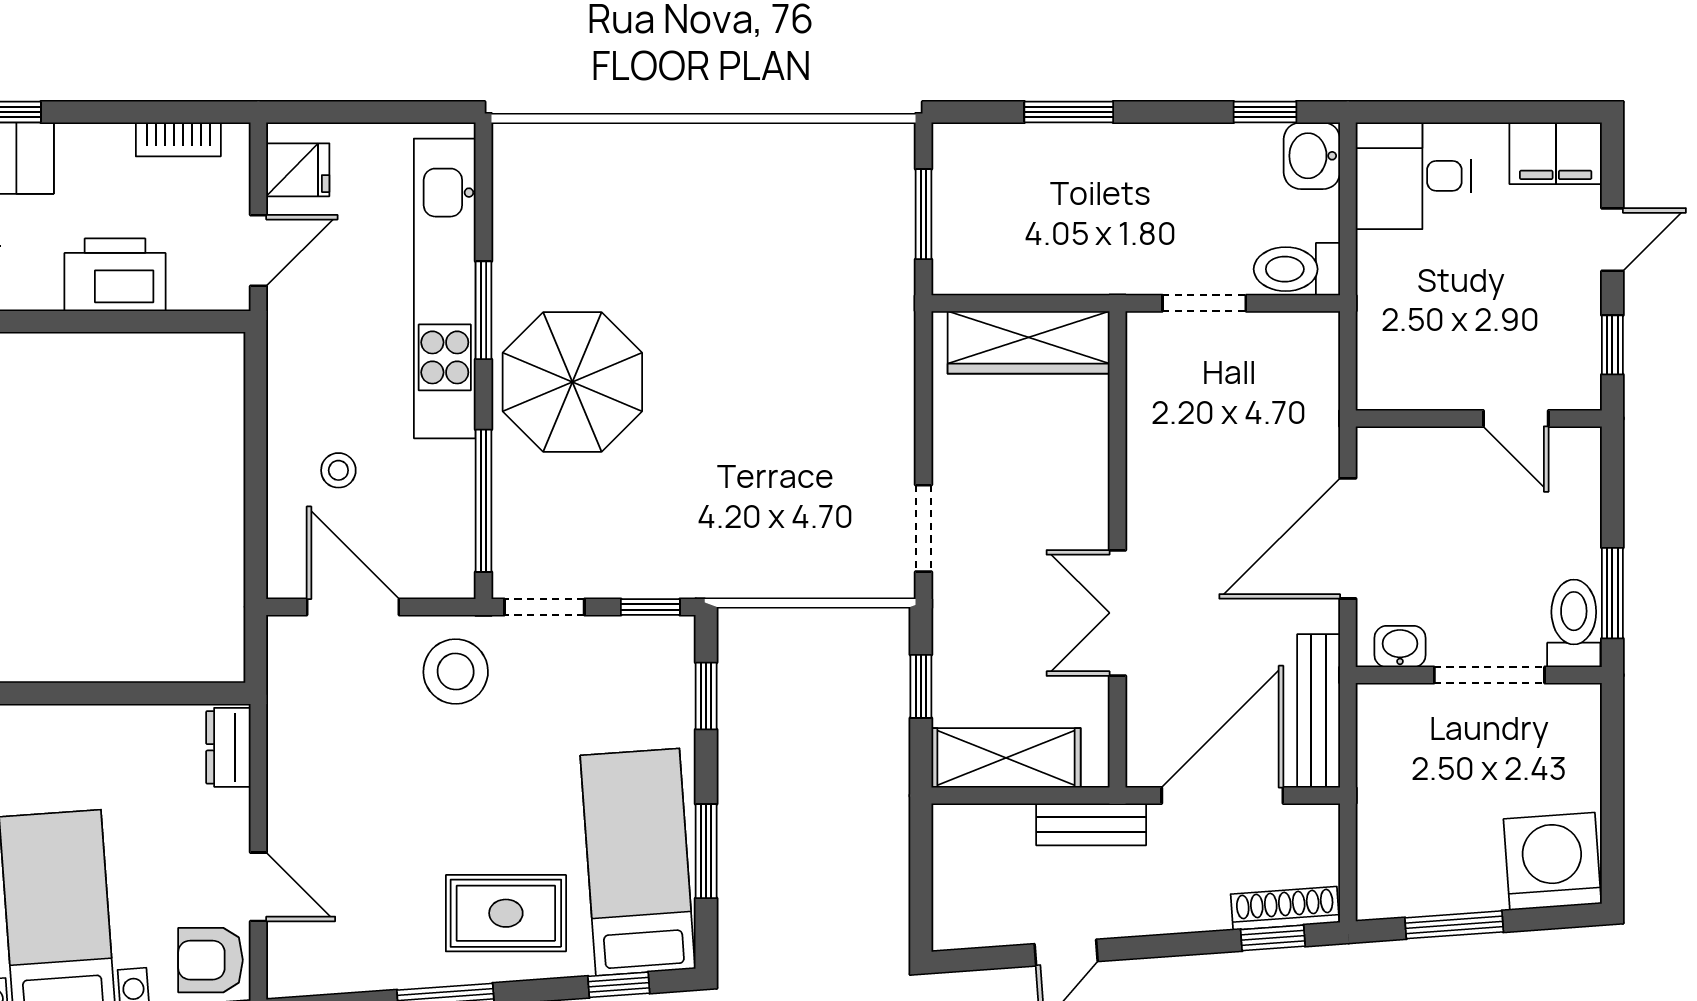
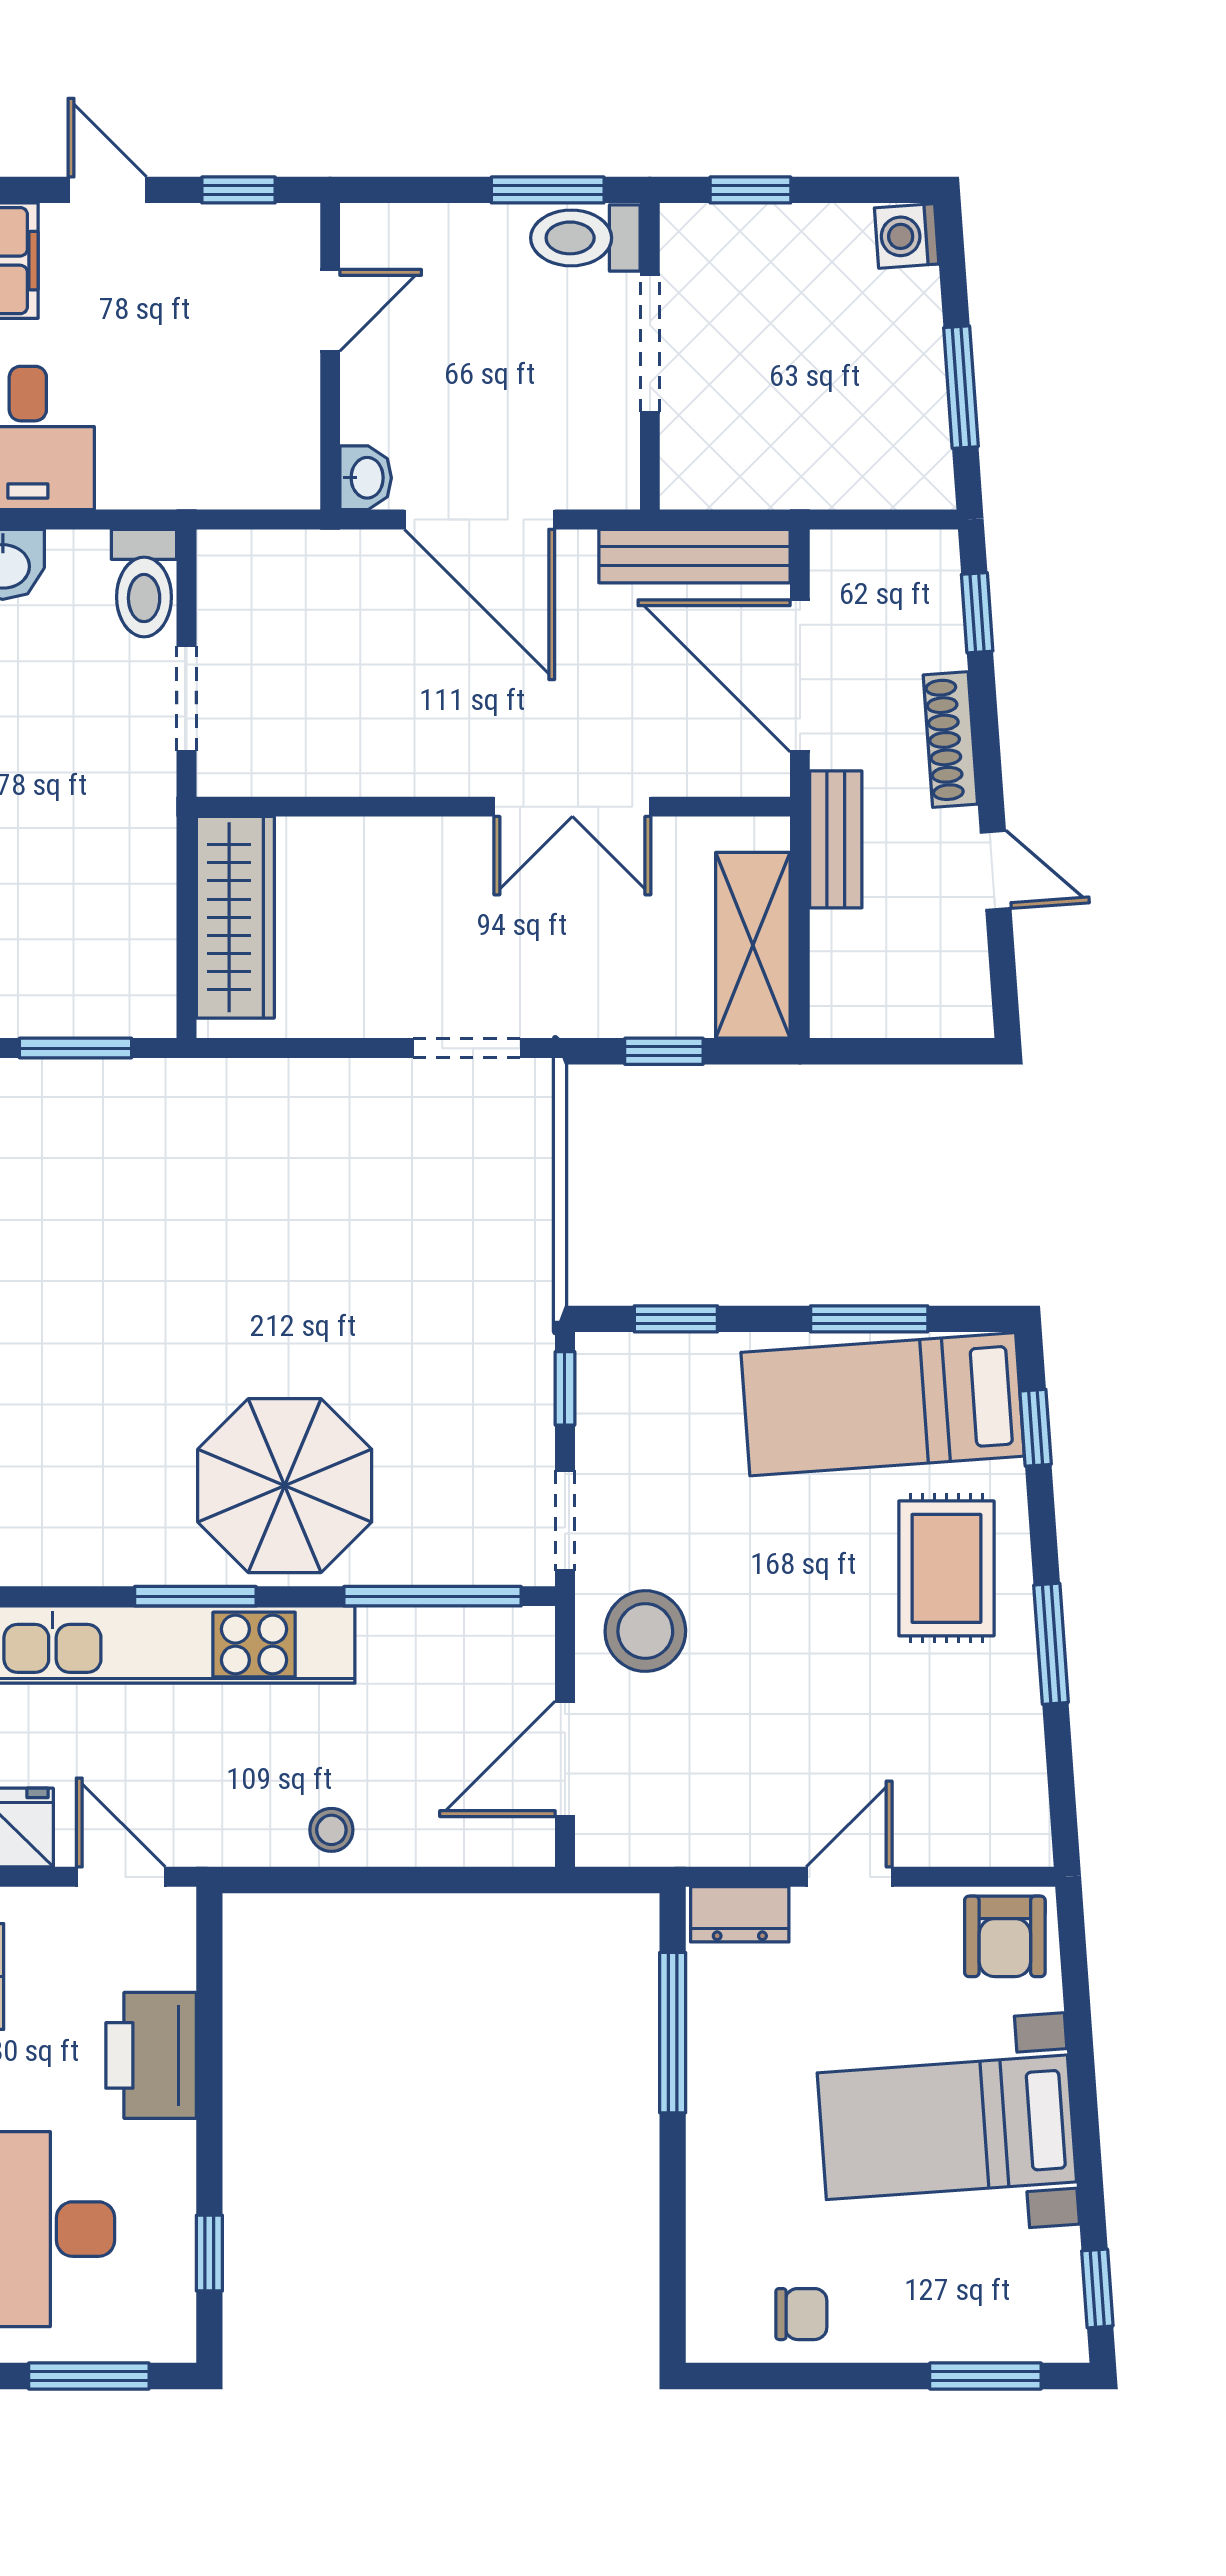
stool: (338, 470) -> (331, 1830), moved
washbasin: (1400, 647) -> (366, 478), moved, turned 180
window: (133, 693) -> (673, 2033), added
window: (1612, 756) -> (750, 190), added
washing machine: (1552, 861) -> (907, 236), width x0.53, depth x0.53
door: (258, 887) -> (849, 1877), moved
shoe rack: (1285, 908) -> (950, 740), moved

